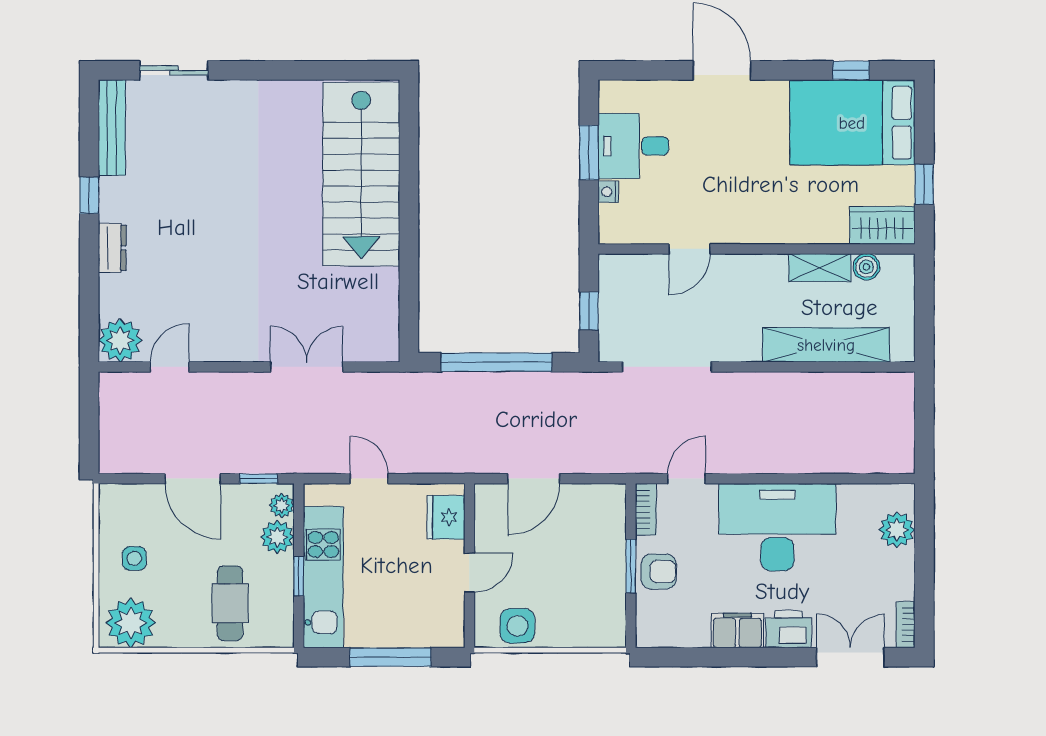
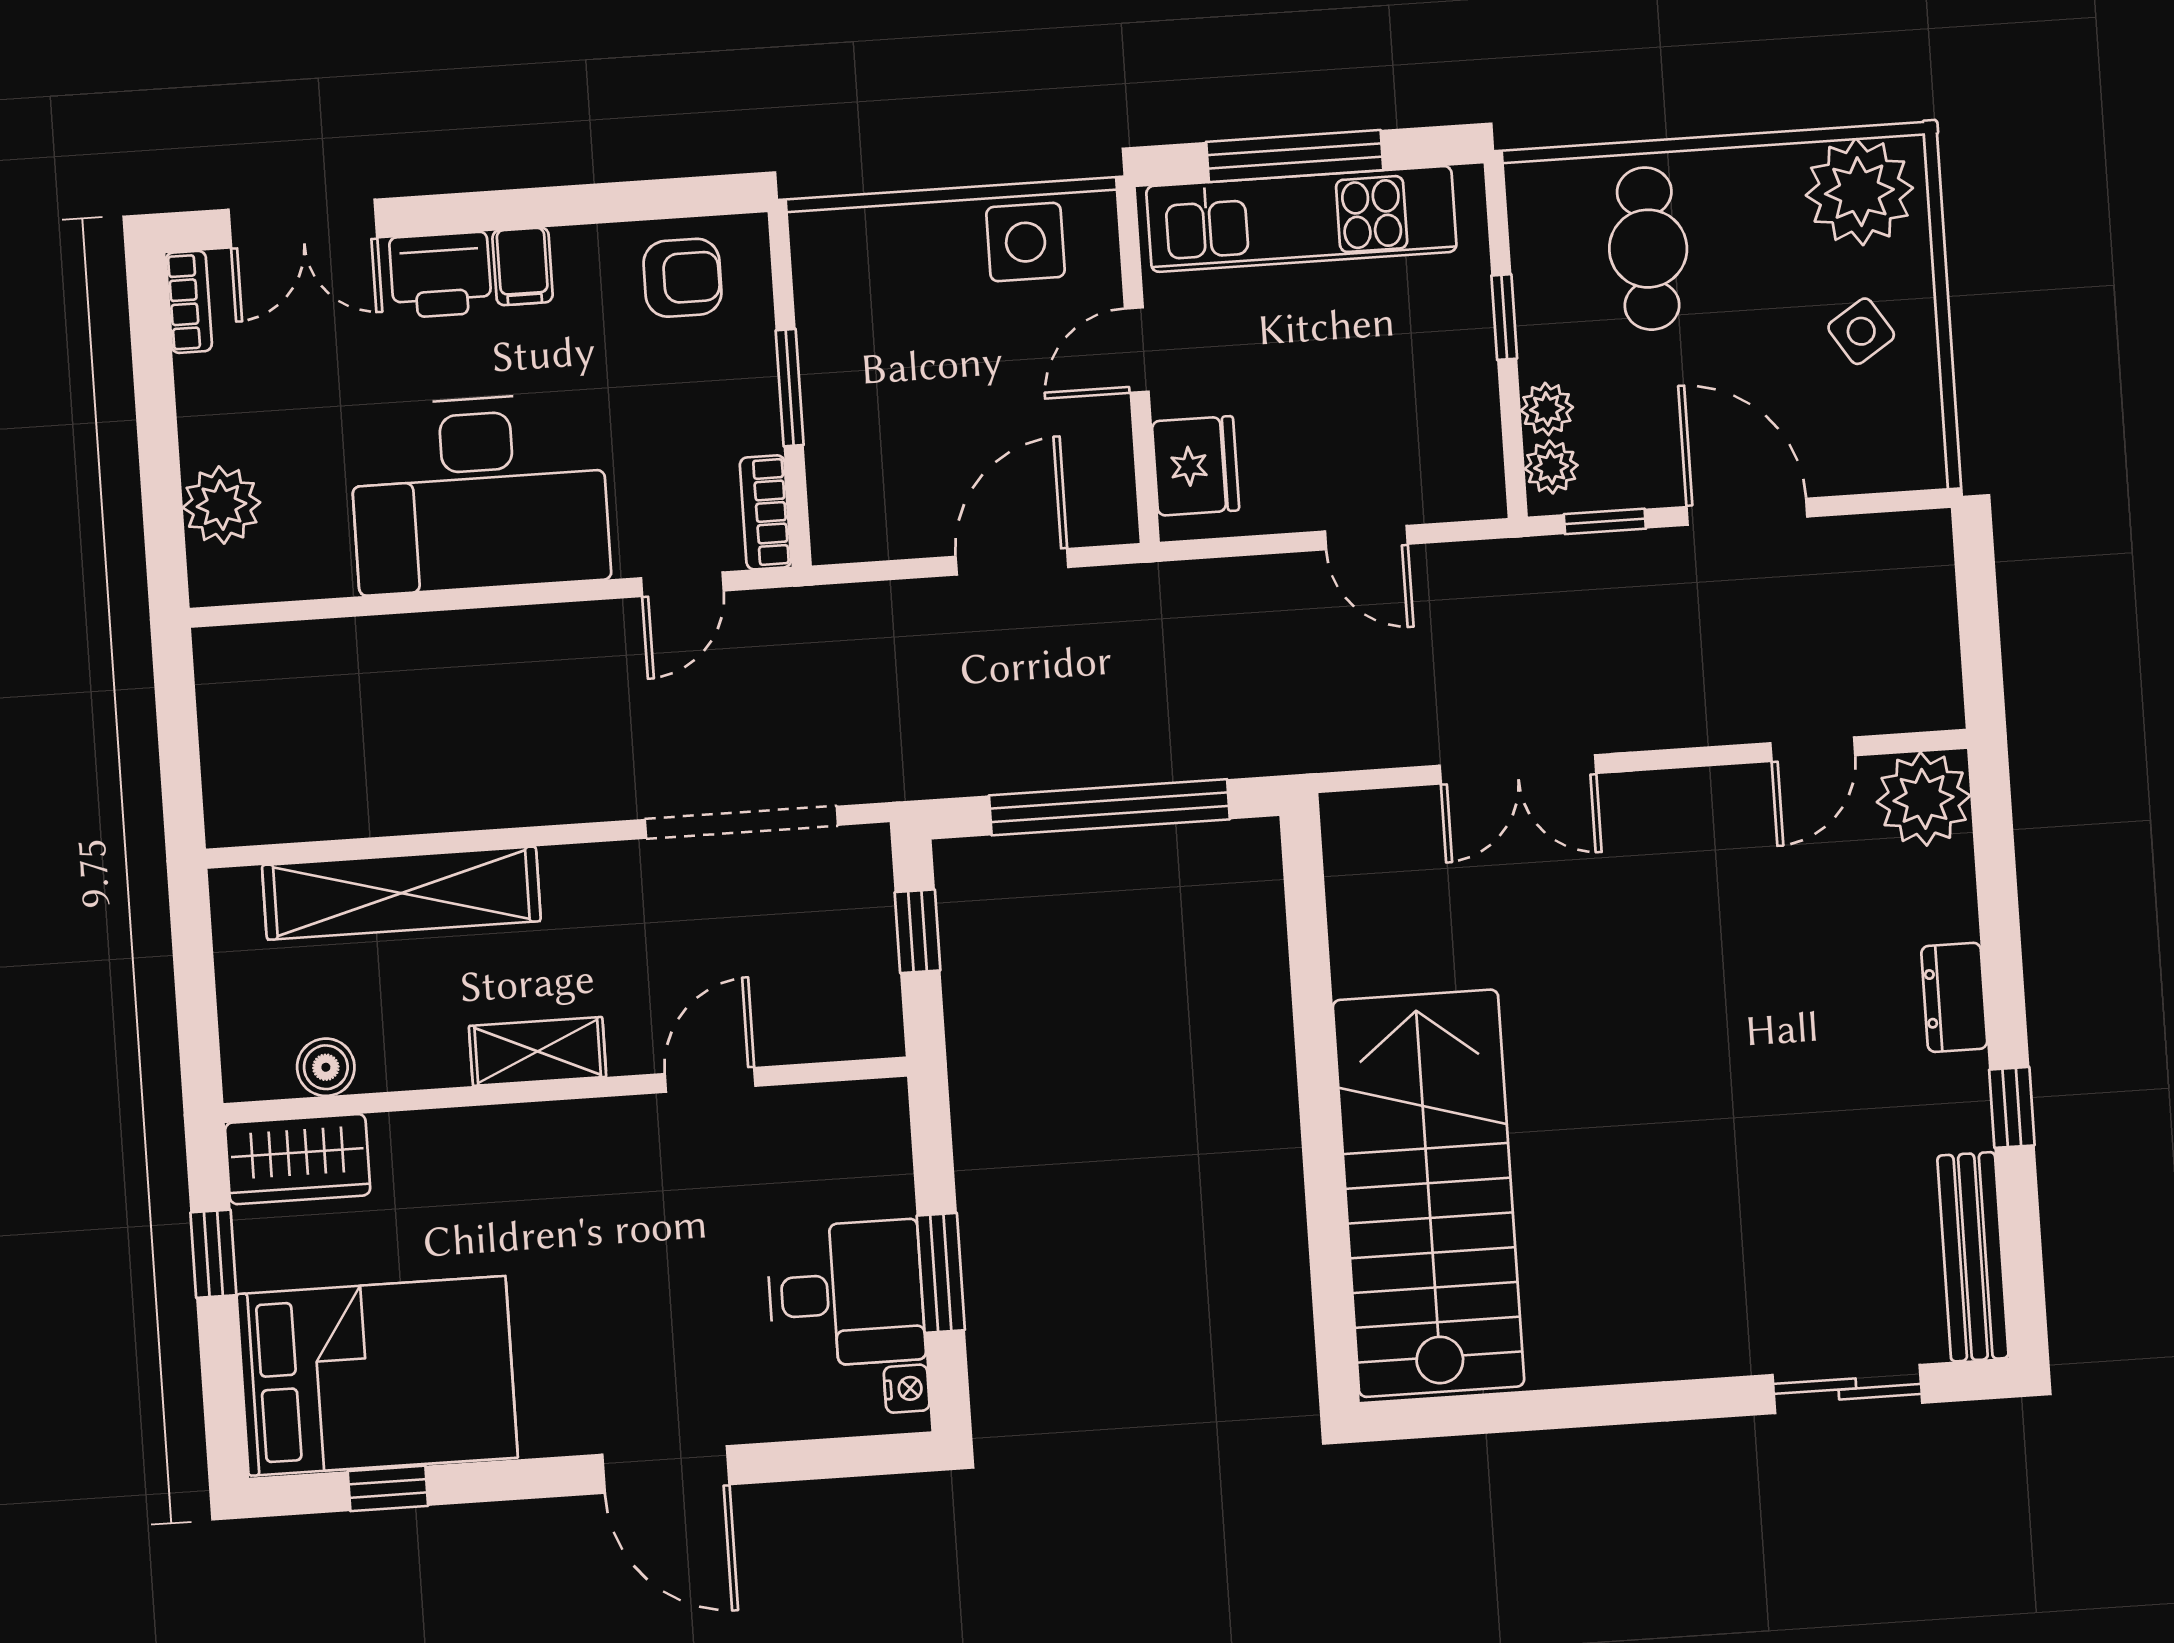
nightstand: (608, 192) -> (907, 1389), moved
shelving: (820, 268) -> (538, 1051), moved
plant: (277, 537) -> (1547, 409), width x0.73, depth x0.73
side table: (134, 558) -> (1861, 331), turned -33
armchair: (659, 572) -> (682, 278), moved, turned 180
kitchen unit: (323, 577) -> (1301, 219), moved, turned -90
filing cabinet: (737, 631) -> (523, 266), width x0.50

